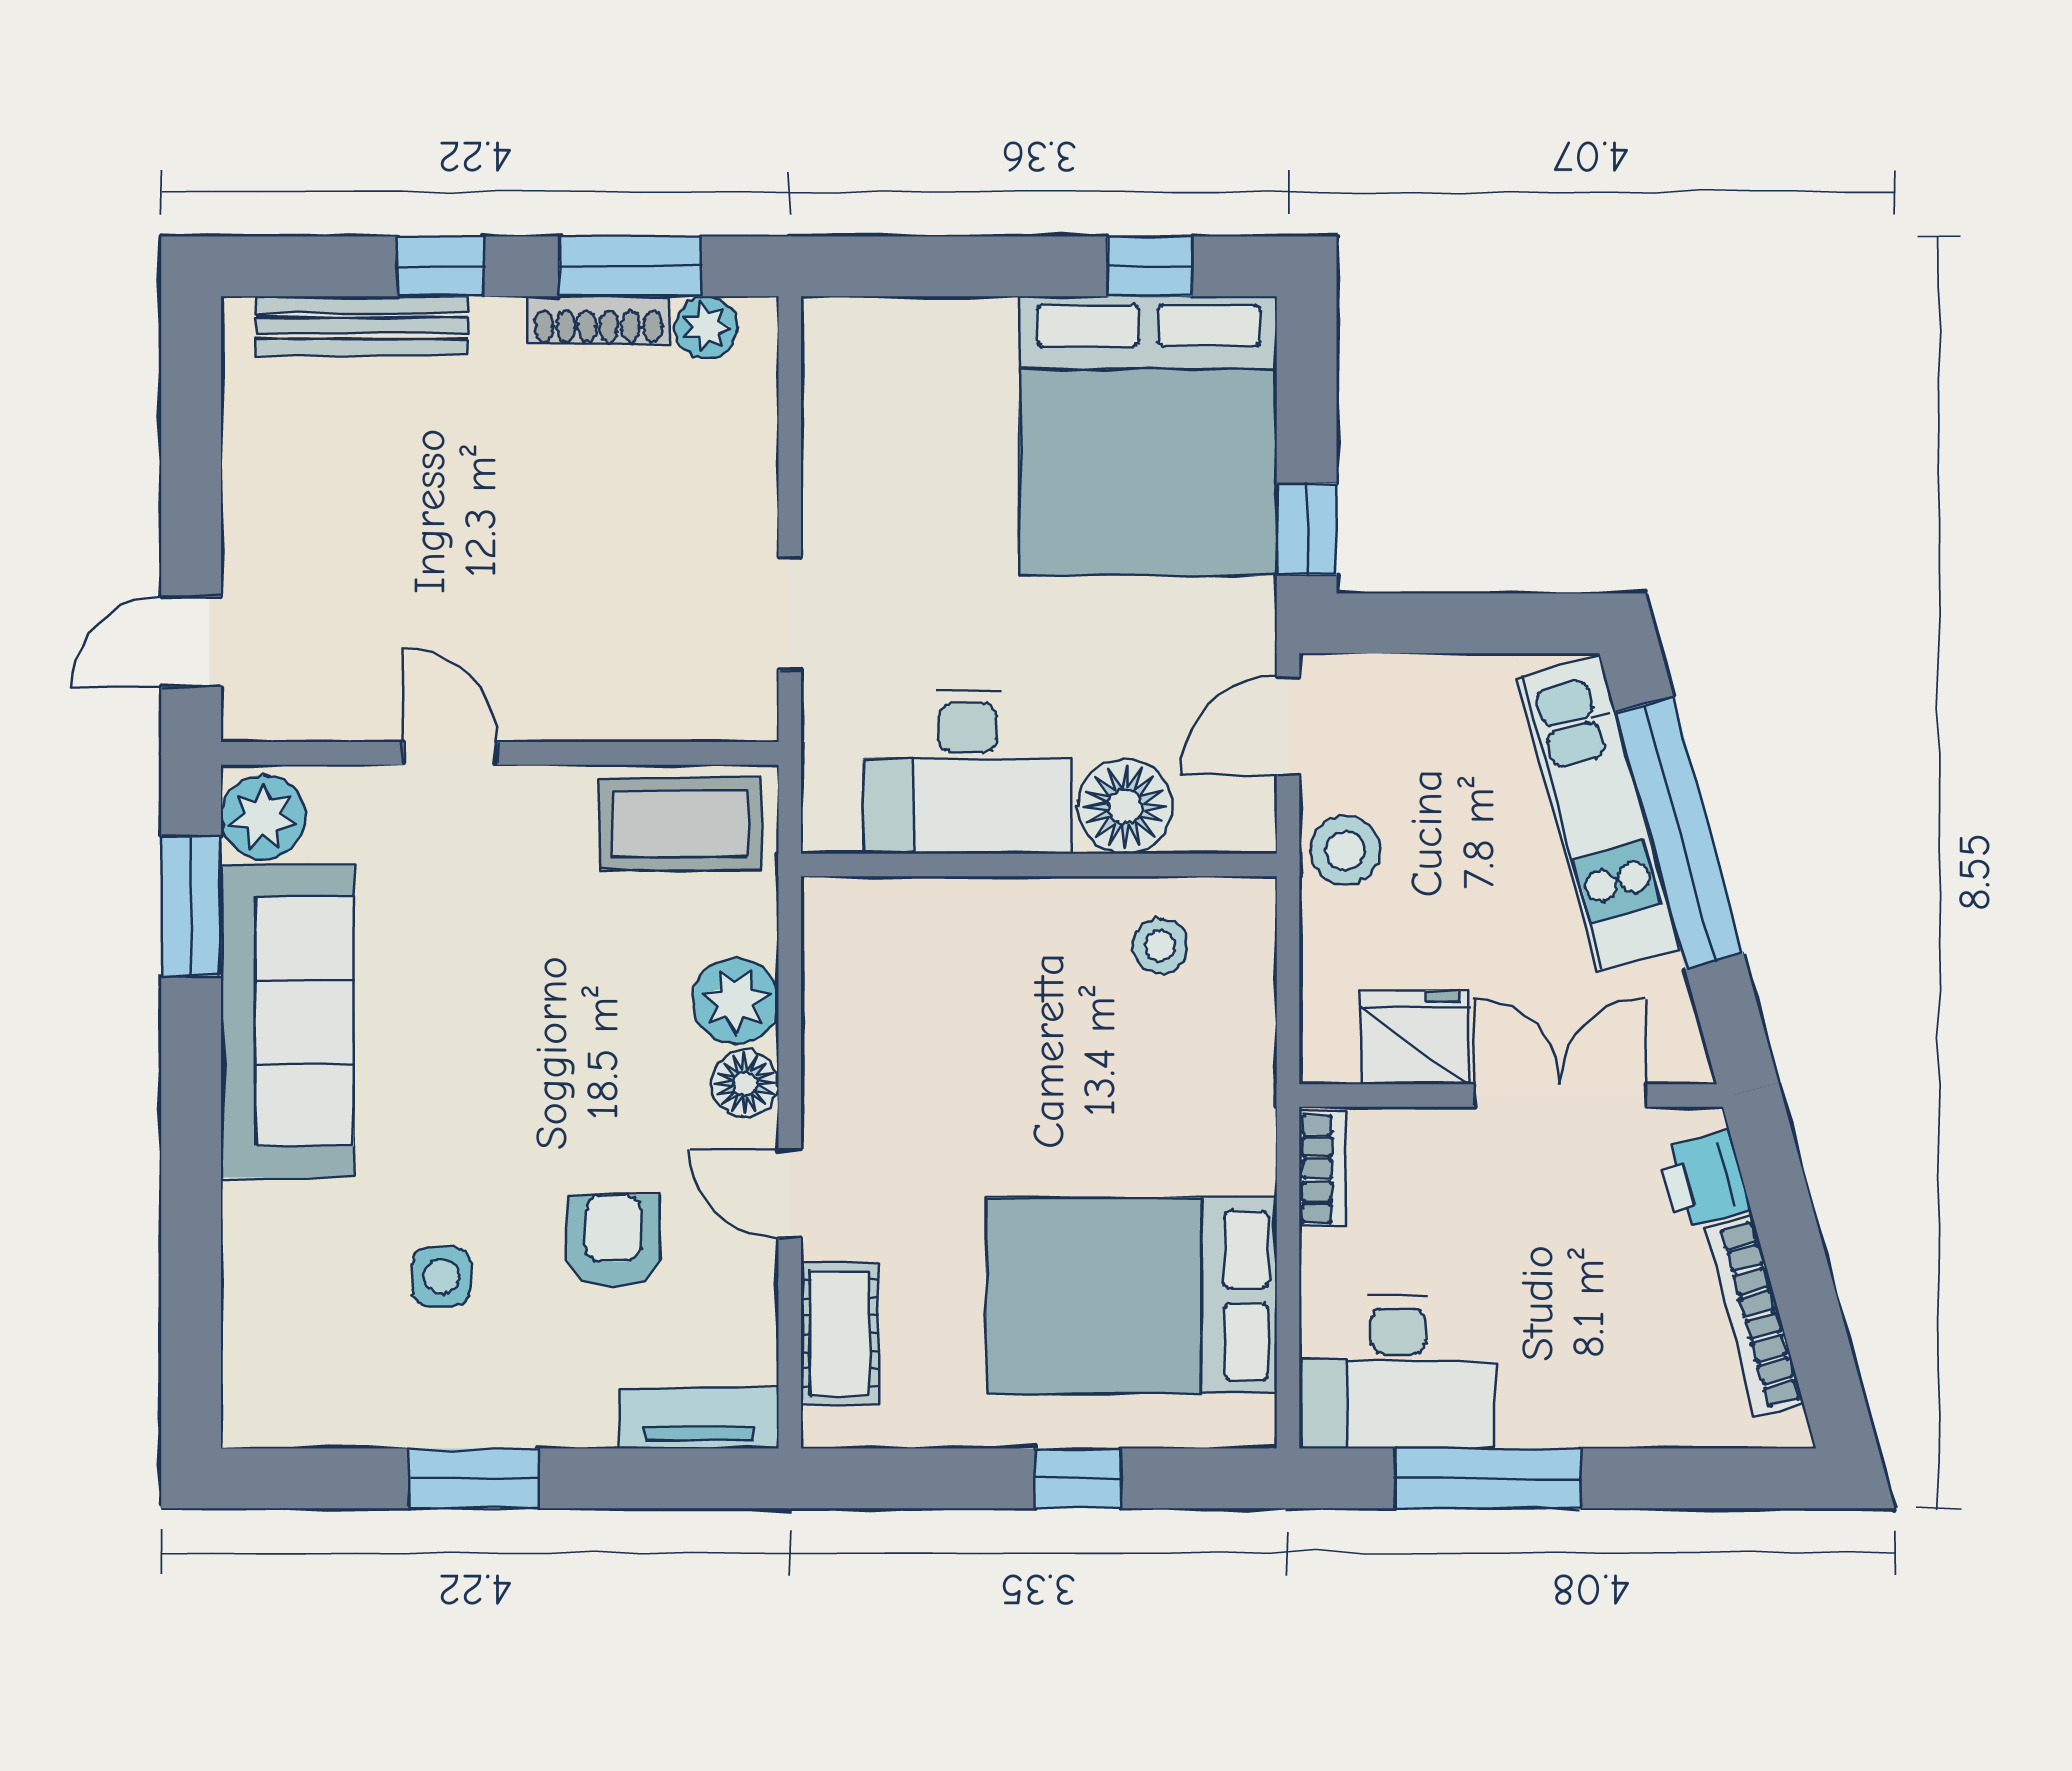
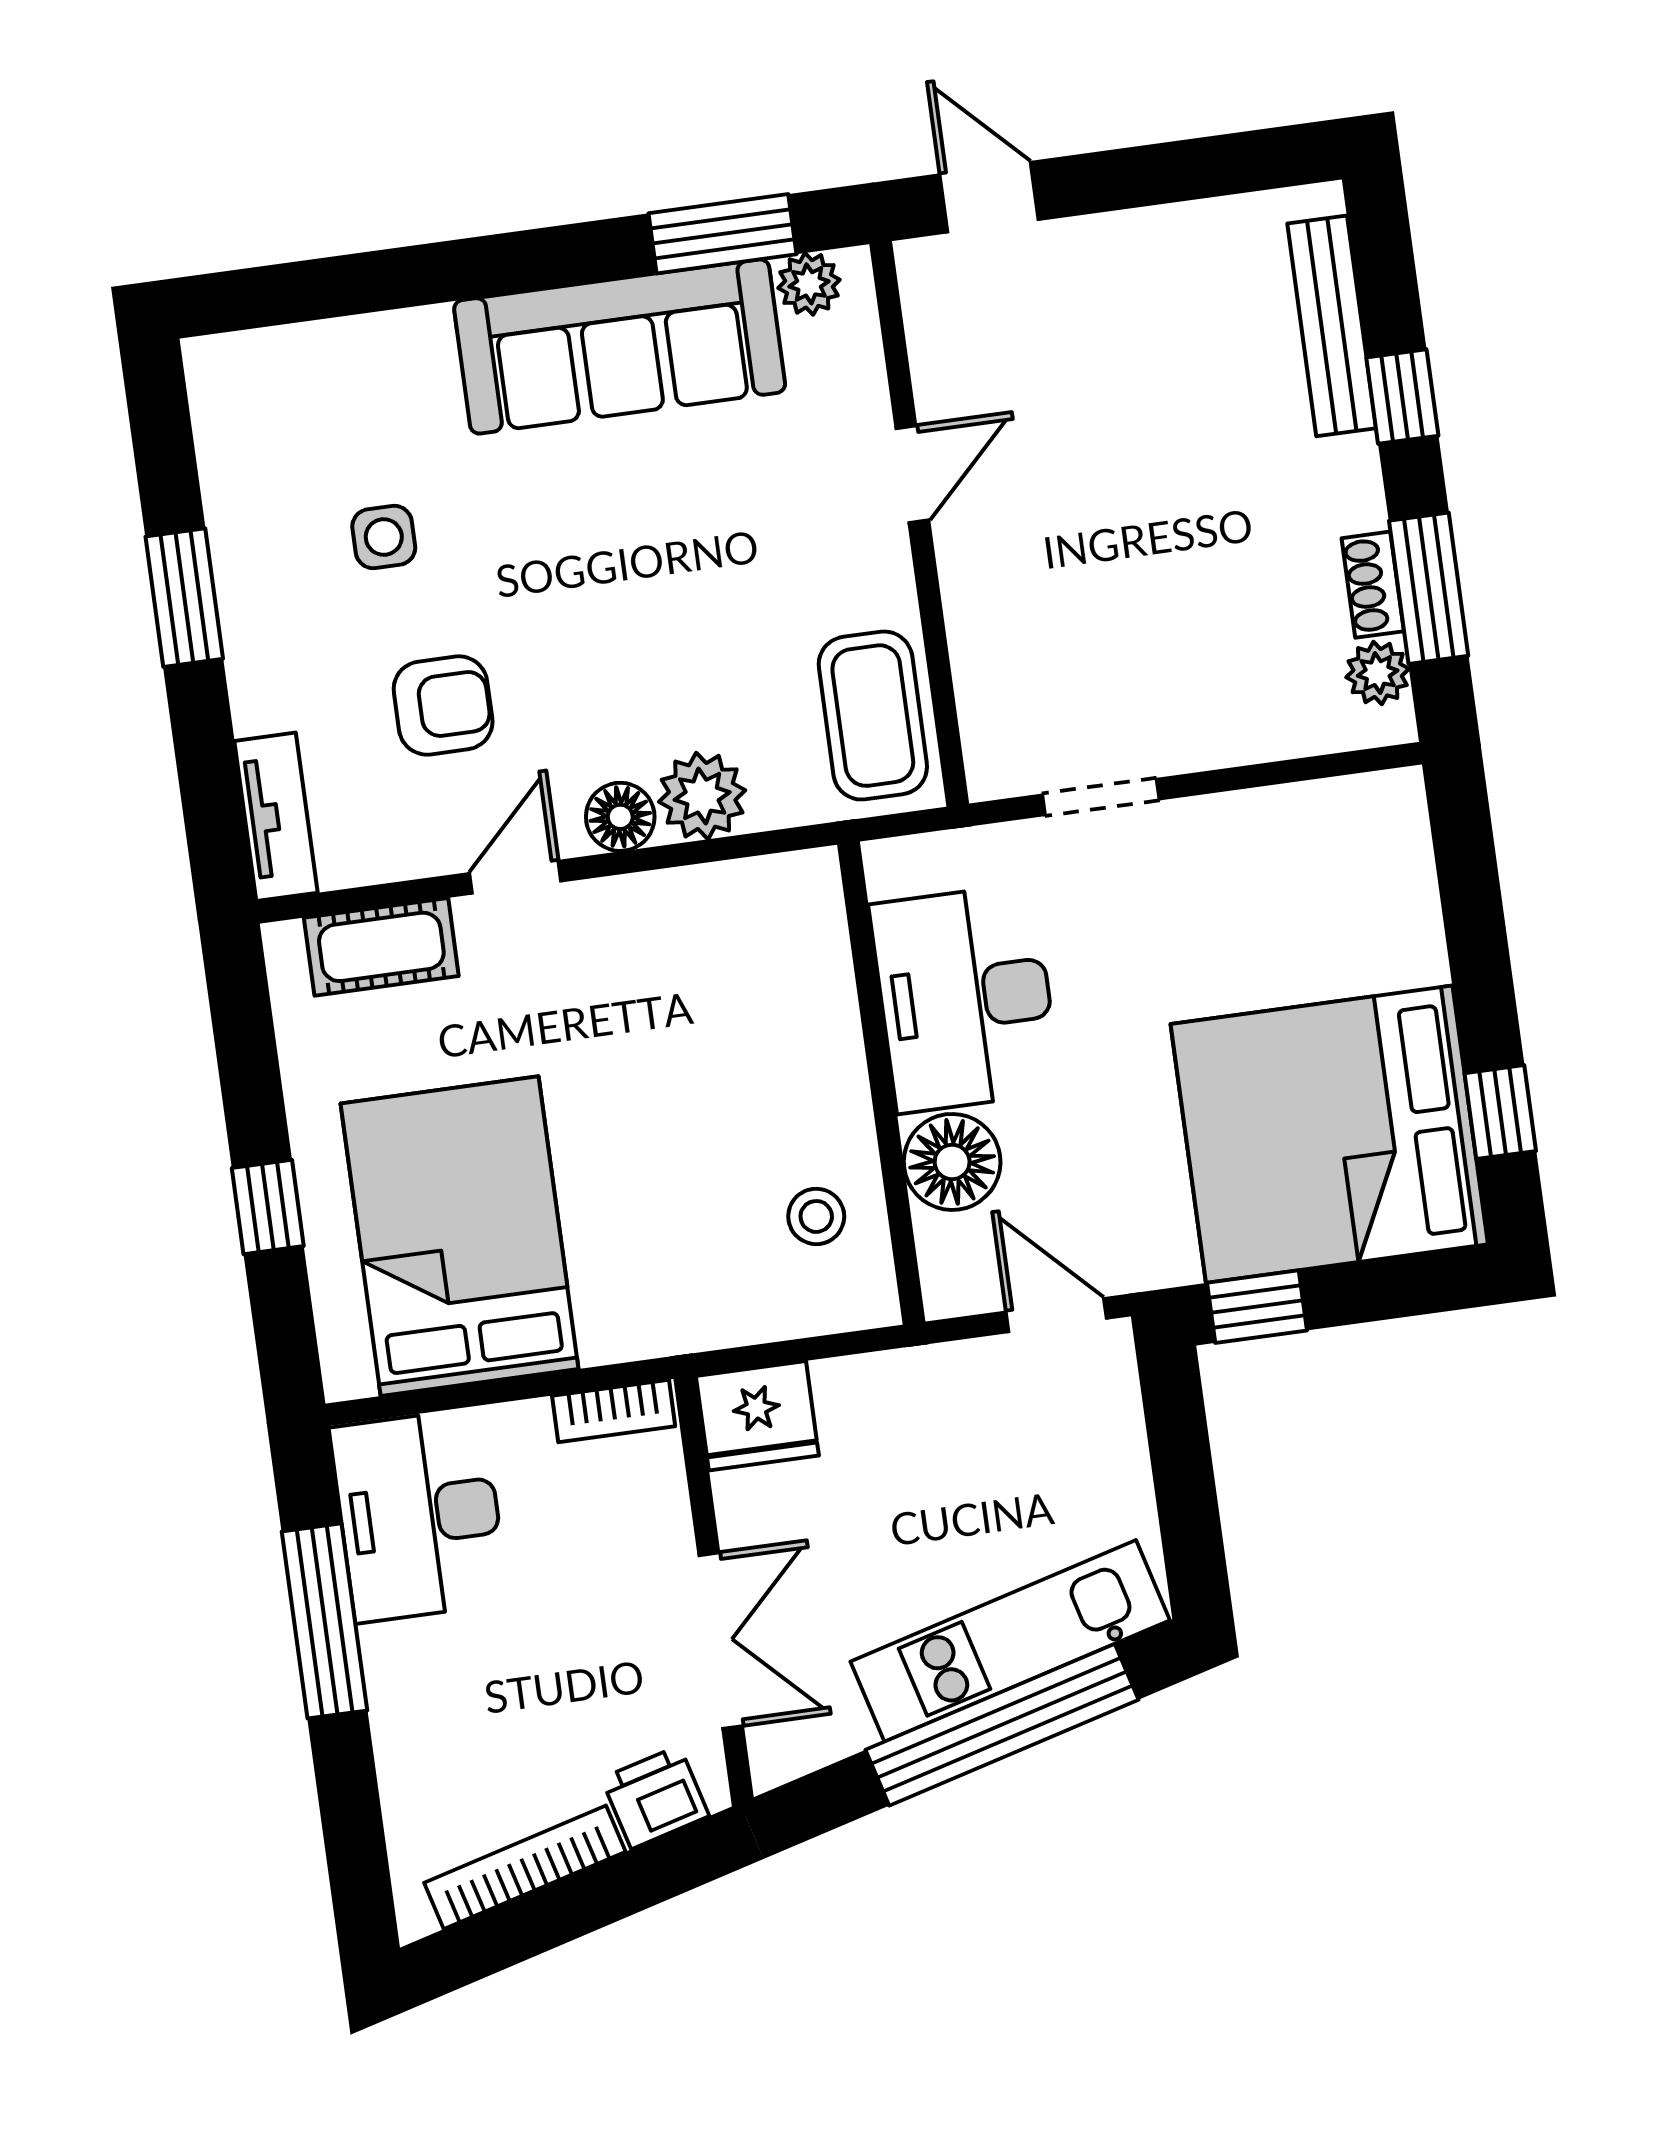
shoe rack: (598, 320) -> (1373, 585), width x0.70
plant: (263, 817) -> (809, 284), width x0.73, depth x0.73
stool: (1345, 850) -> (938, 1390), removed
fridge: (1415, 1037) -> (757, 1416), moved, turned 90

